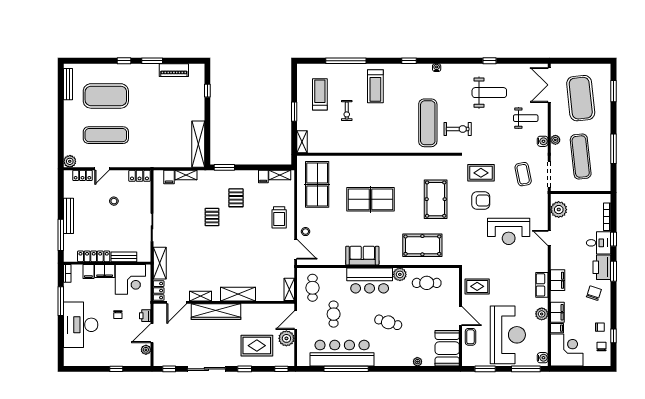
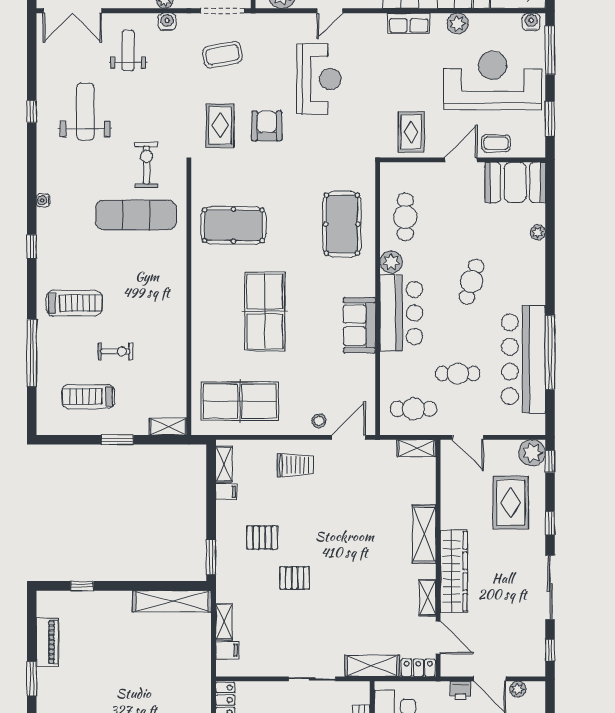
pool table: (436, 199) -> (233, 225), moved
plant: (286, 338) -> (532, 453), moved

